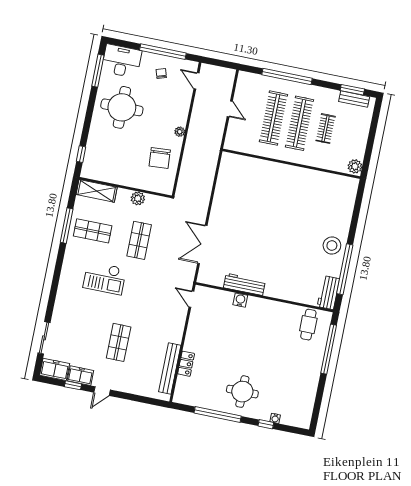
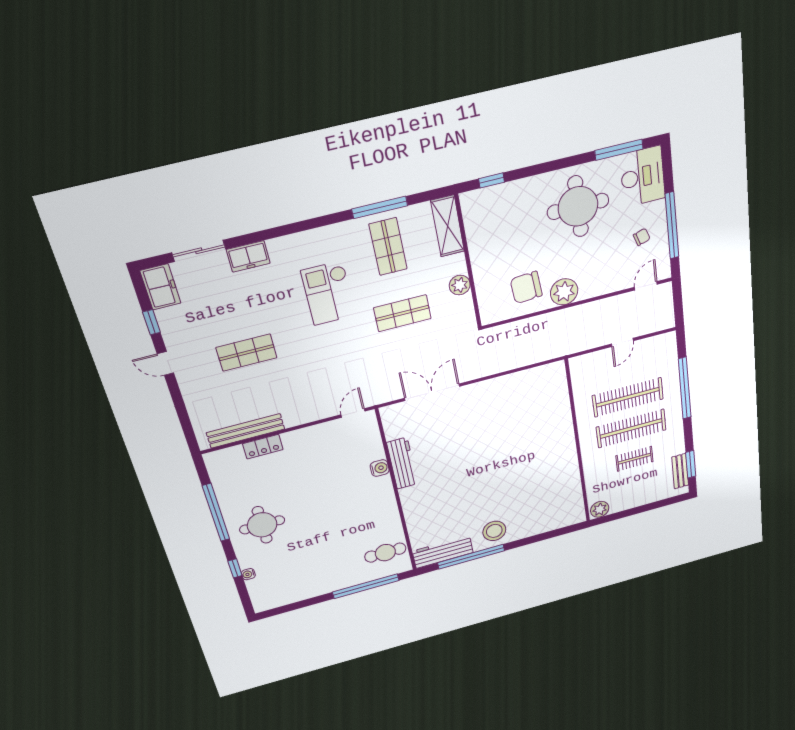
plant: (180, 132) -> (564, 292), width x1.88, depth x1.88
workbench: (328, 293) -> (443, 552), width x1.37
freezer: (80, 376) -> (248, 256), moved, turned 90

